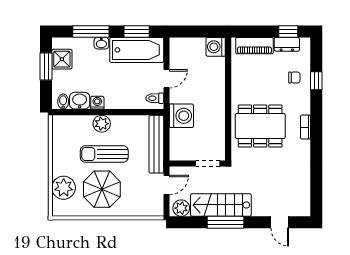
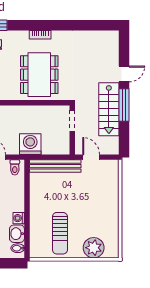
plant: (102, 124) -> (37, 214), removed
sun lounger: (104, 154) -> (60, 233), moved
parasol: (102, 189) -> (95, 214), removed
plant: (181, 208) -> (112, 144), removed
door: (280, 222) -> (124, 74), moved

